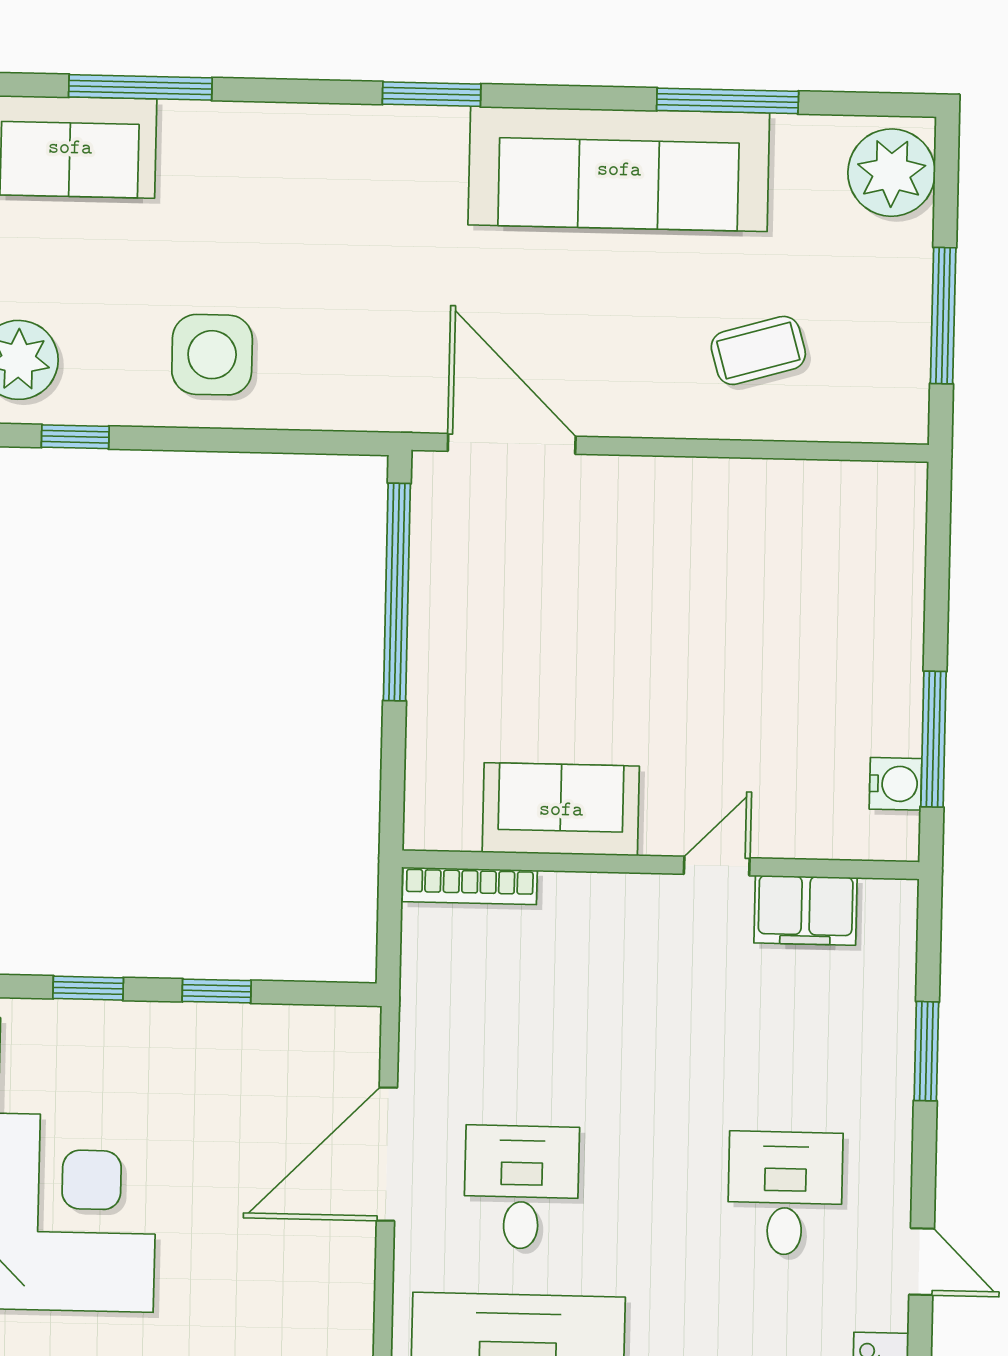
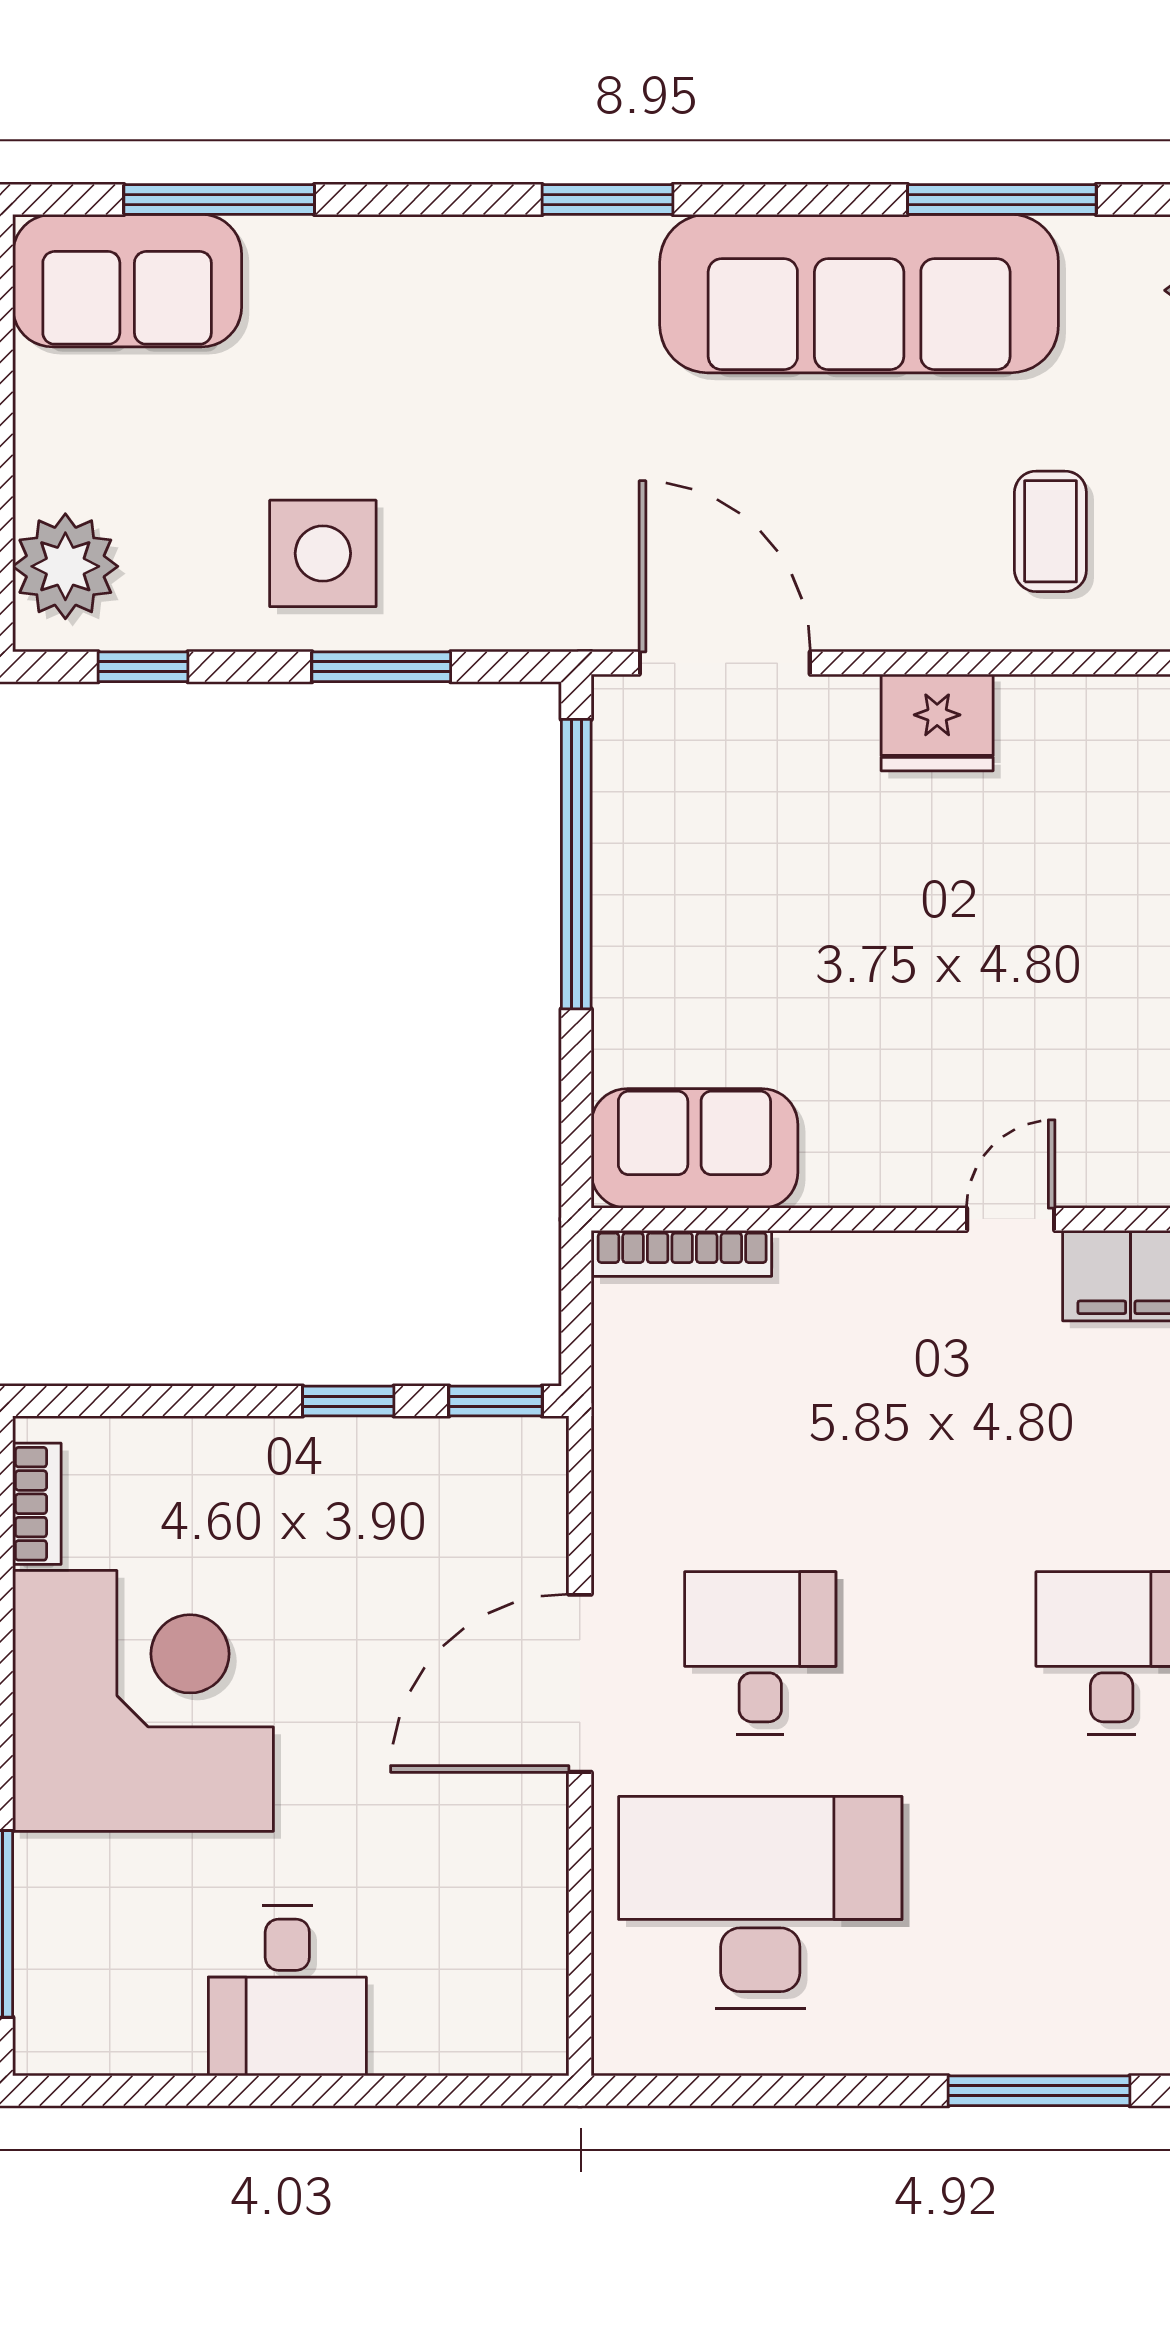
coffee table: (758, 350) -> (1050, 531), turned -74
window: (254, 441) -> (381, 667), added
fridge: (670, 492) -> (937, 723), added
sofa: (561, 809) -> (694, 1148), moved
window: (88, 988) -> (496, 1401), moved
door: (387, 1154) -> (580, 1683), moved

